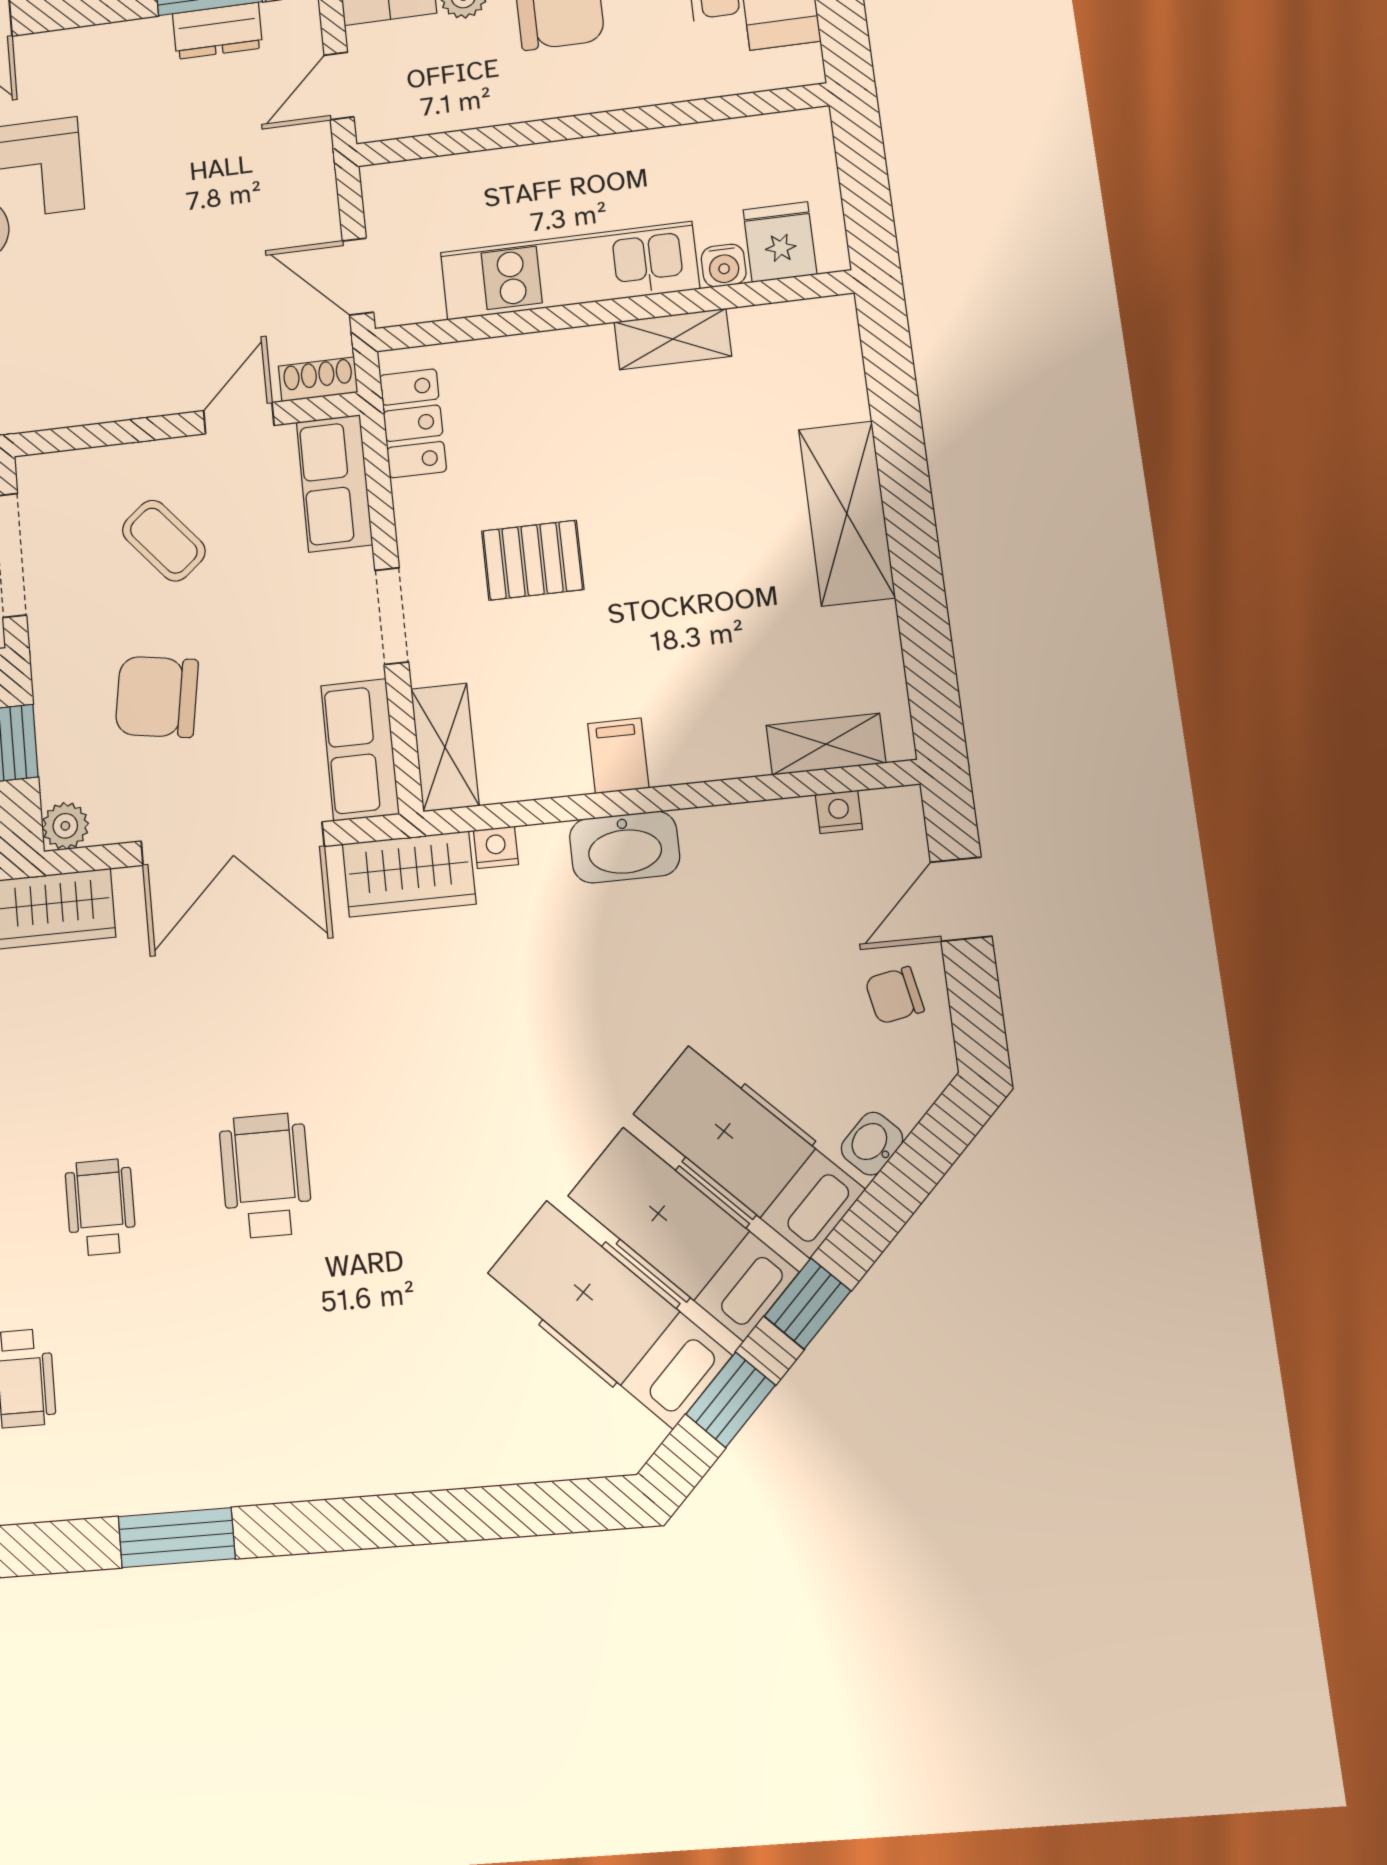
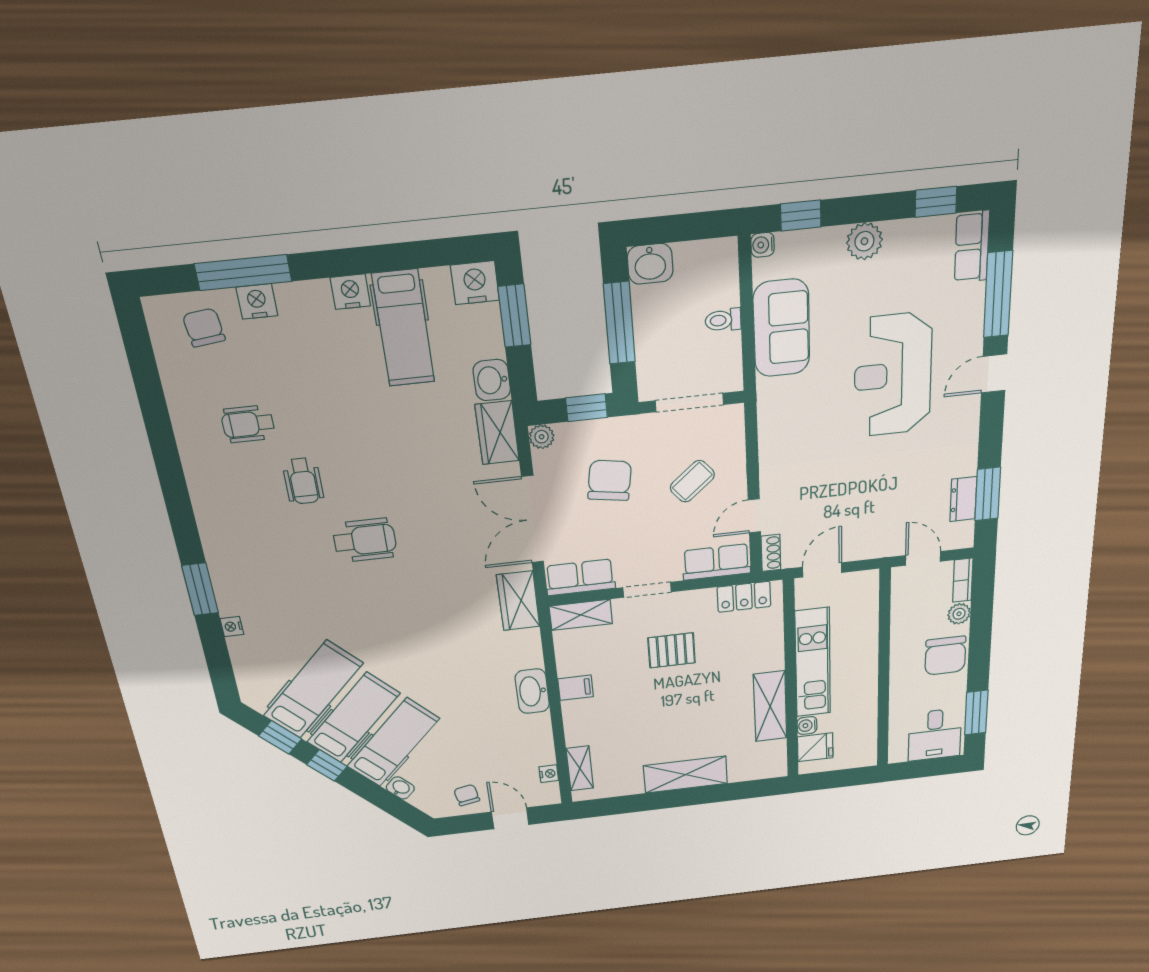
shelving: (673, 339) -> (770, 706), width x1.50, depth x1.33
door: (239, 418) -> (754, 516), swing flipped
pallet: (533, 560) -> (672, 650), turned 90
nightstand: (496, 847) -> (232, 626), moved, turned 180
wheelchair: (101, 1207) -> (303, 481), moved, turned 90
window: (177, 1538) -> (200, 589), moved

